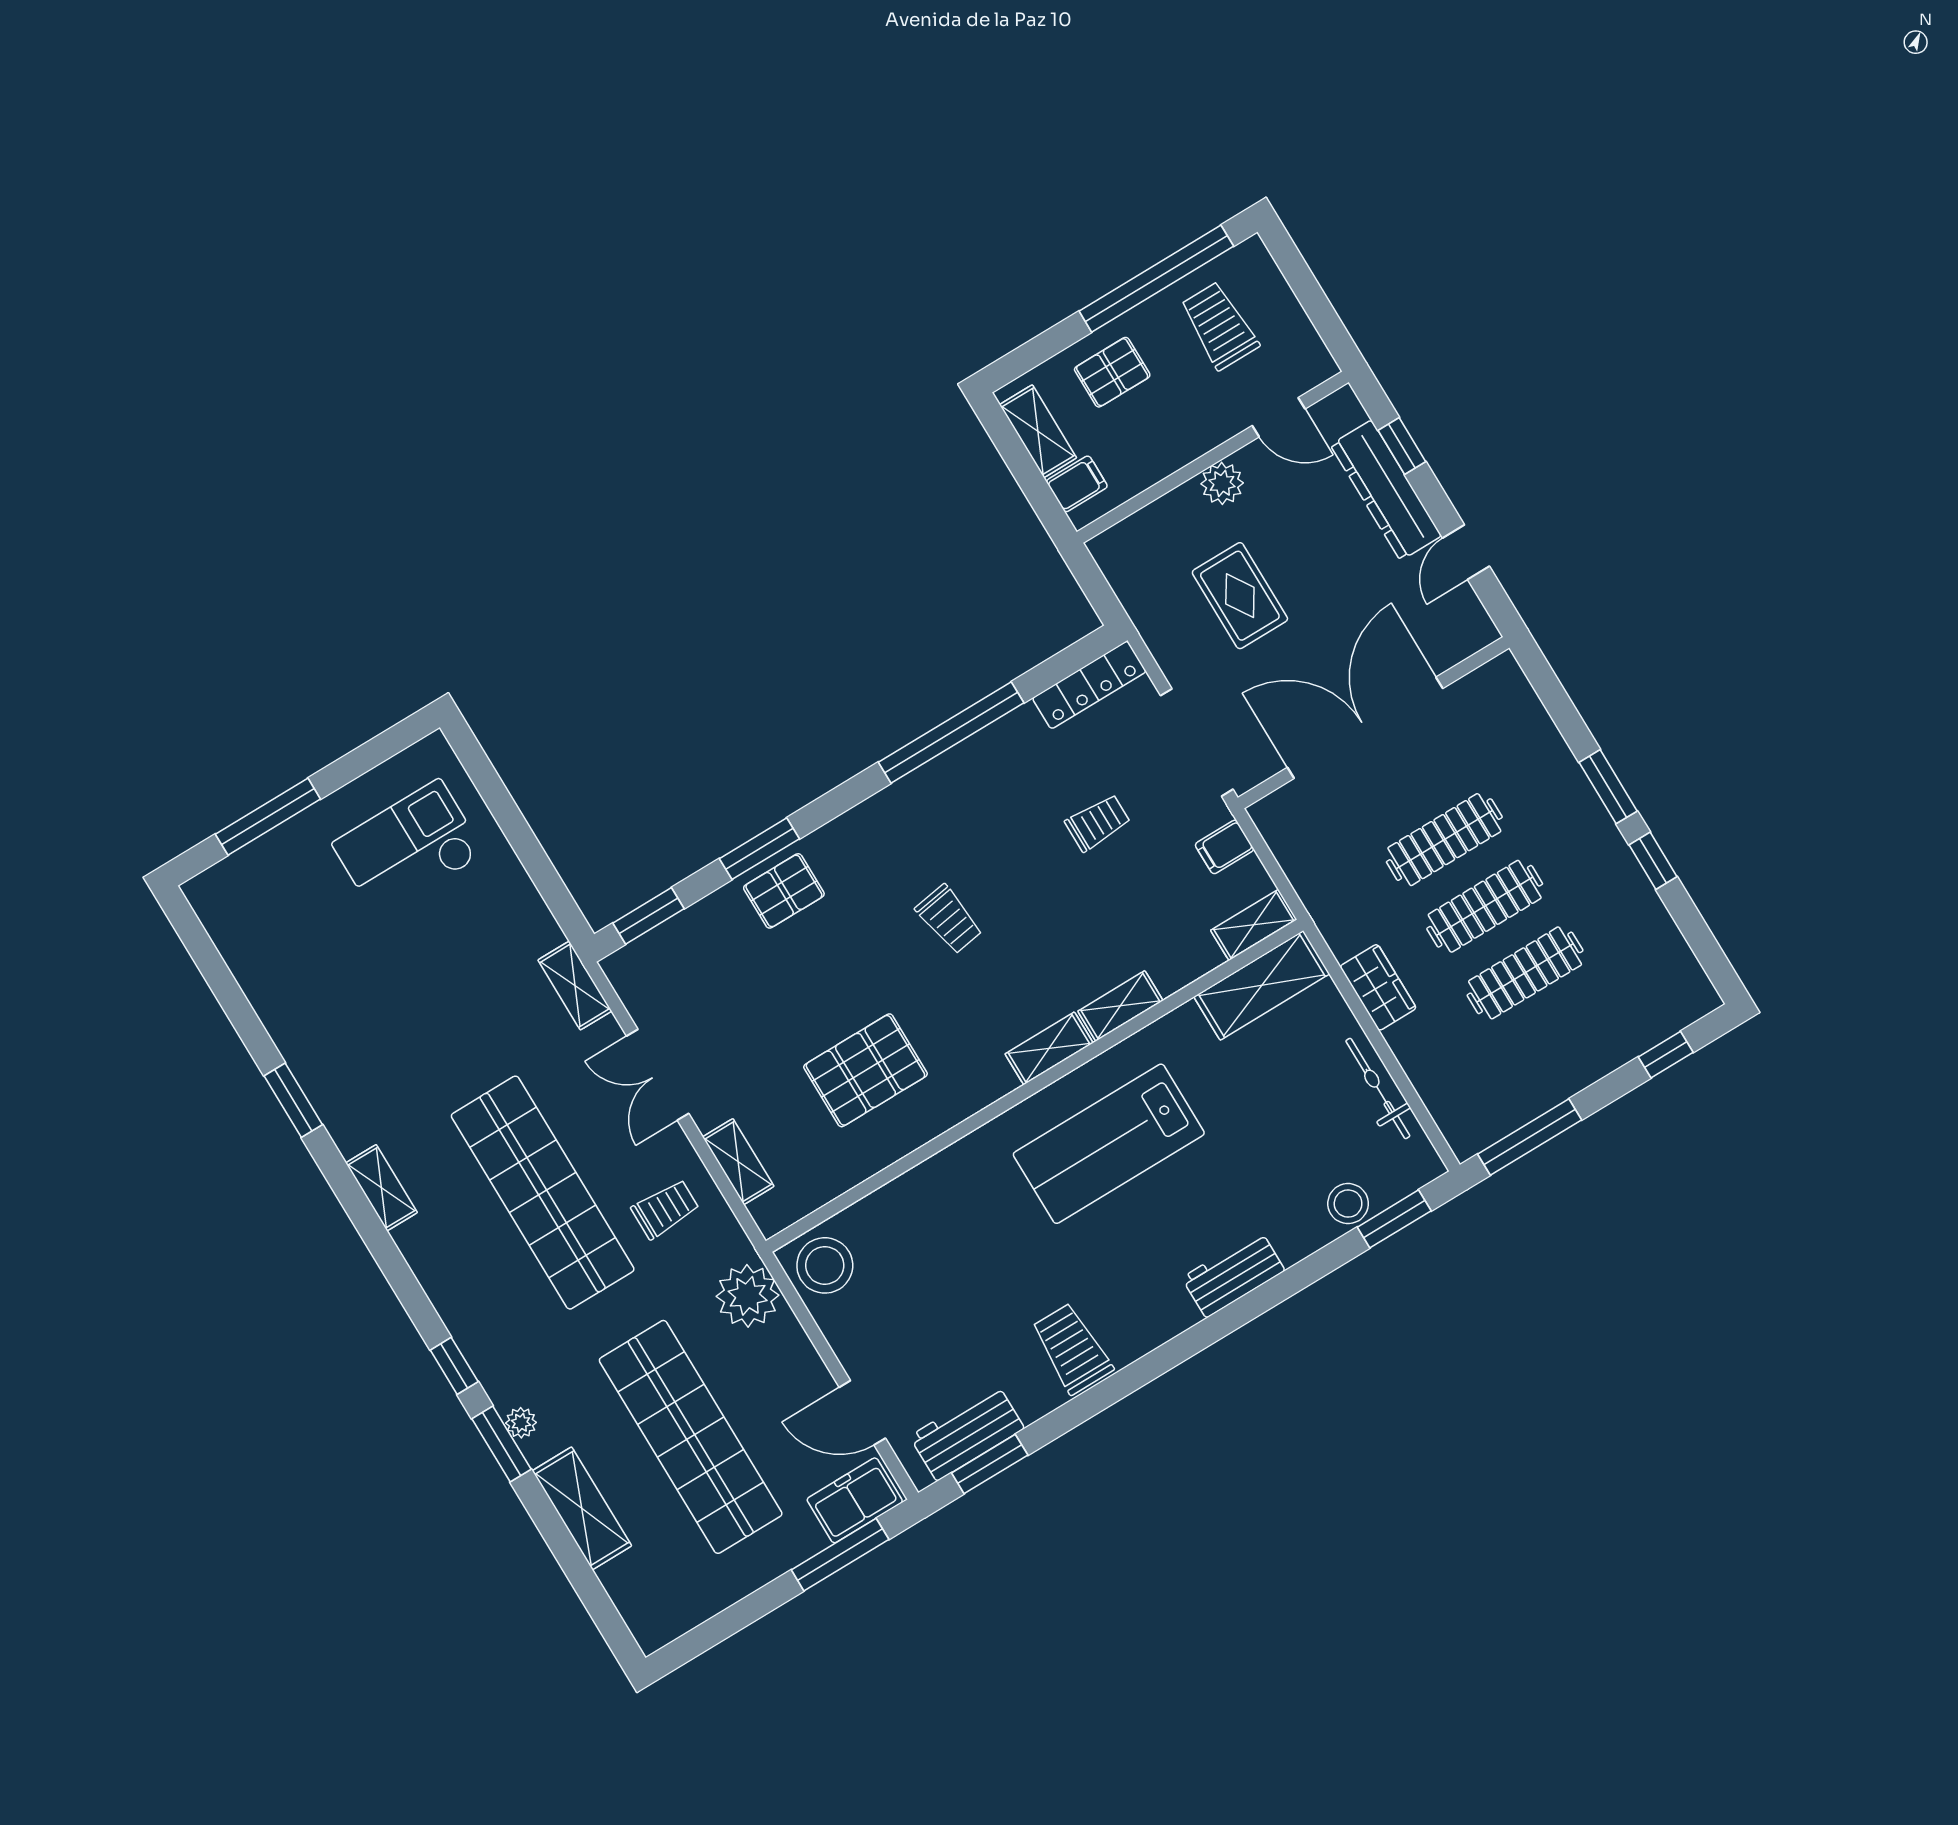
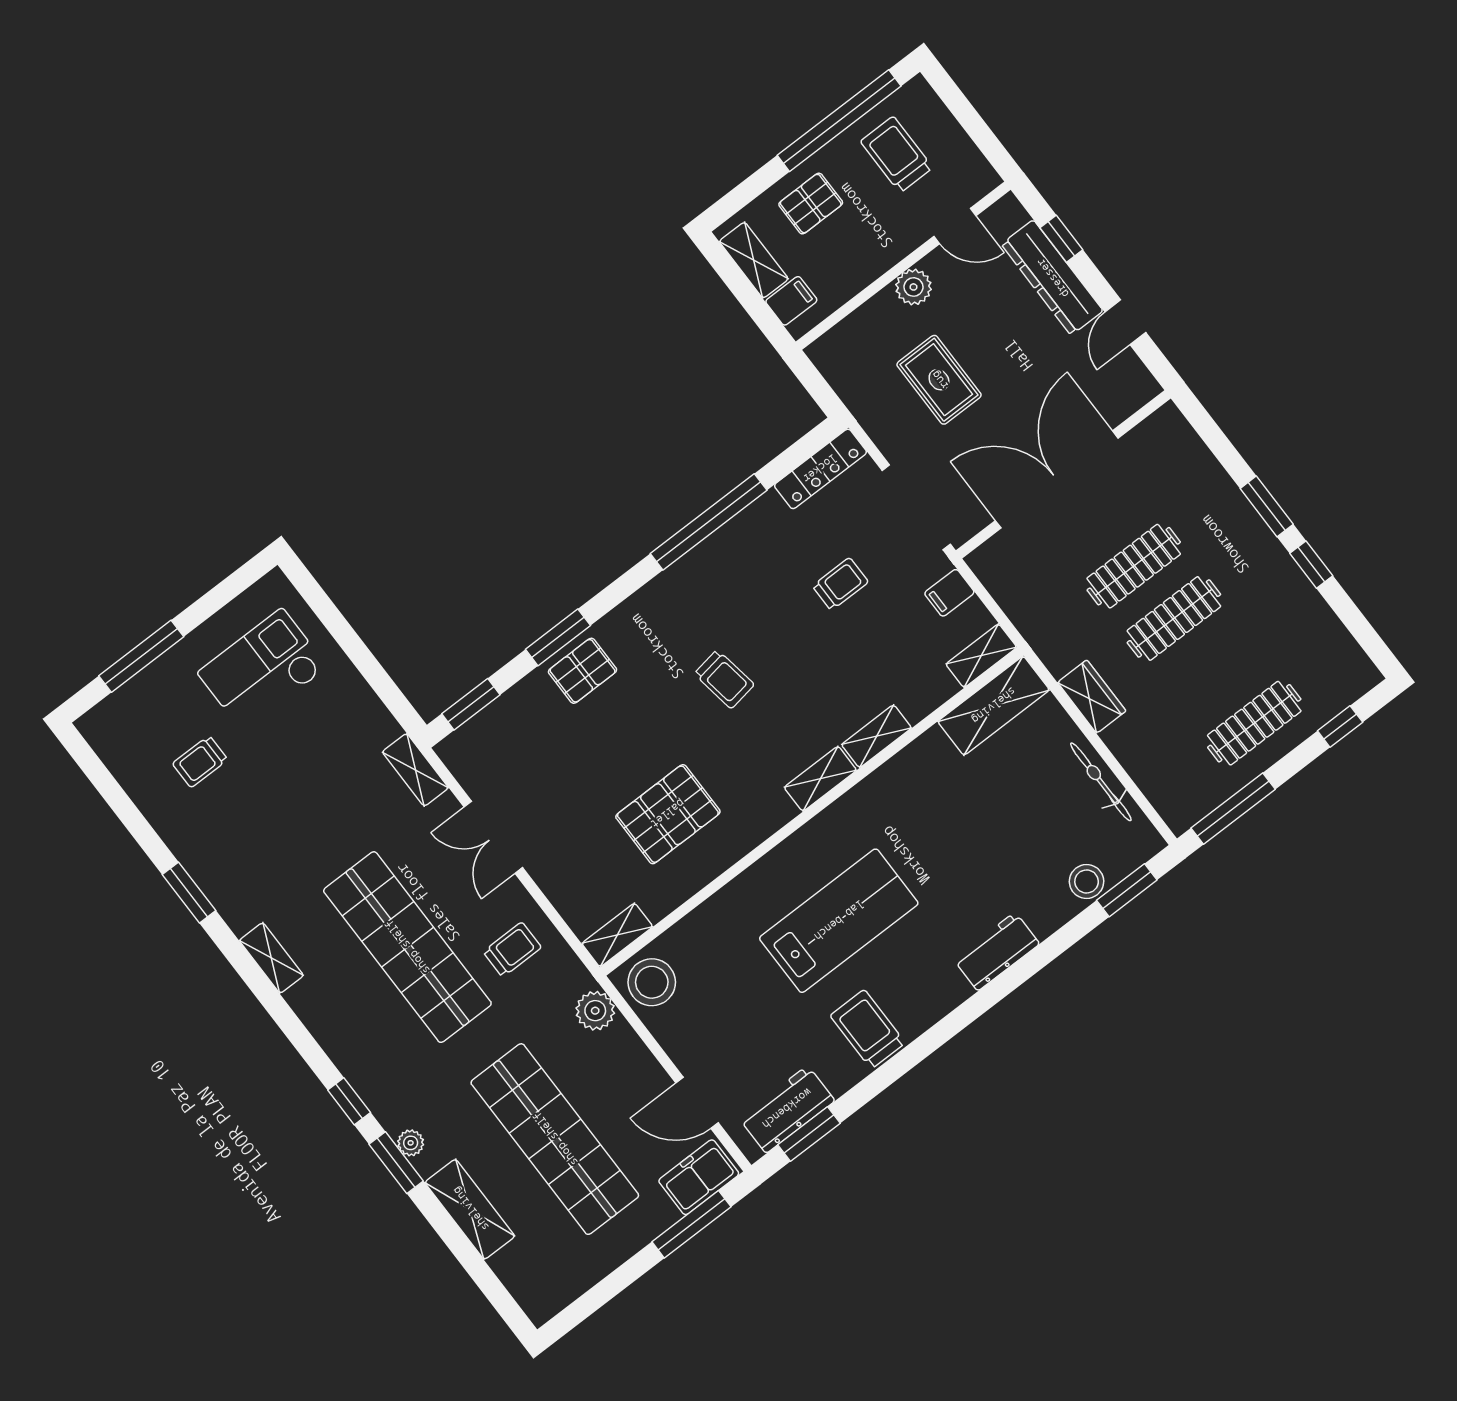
trolley: (323, 948) -> (200, 762), added
clothes rail: (1525, 973) -> (1254, 723), moved
lab bench: (1109, 1144) -> (839, 921), moved, turned 180
shelving: (738, 1162) -> (617, 935), moved, turned 90
plant: (748, 1296) -> (595, 1011), width x0.73, depth x0.73

